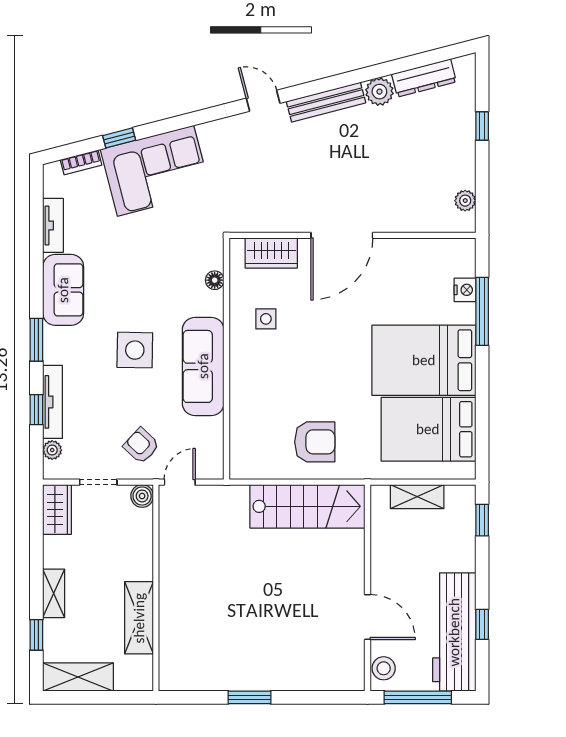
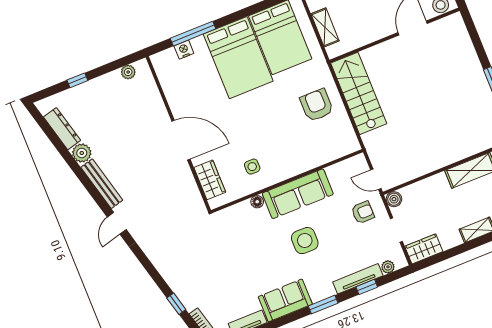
corner sofa: (156, 171) -> (188, 273), removed
floor lamp: (215, 280) -> (257, 202), moved
armchair: (141, 446) -> (363, 212), turned -133

